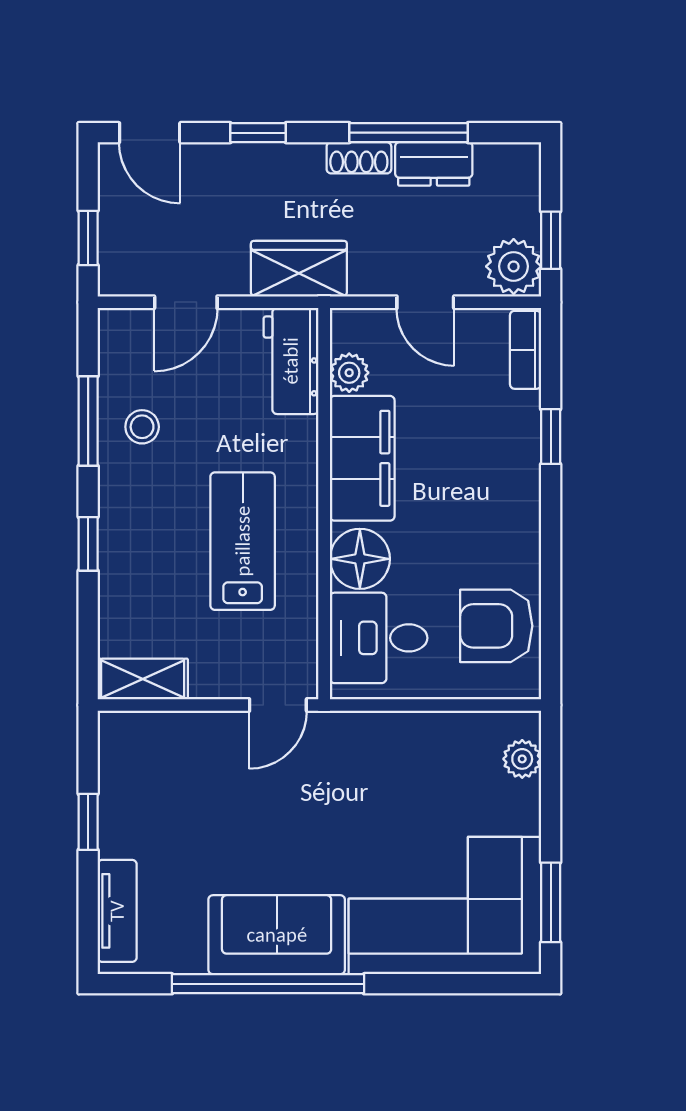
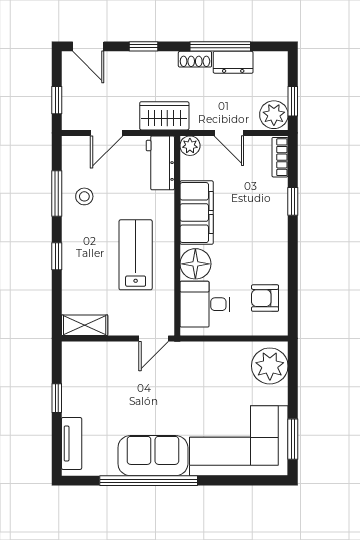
plant: (349, 373) -> (190, 146), moved
armchair: (496, 626) -> (265, 298), width x0.72, depth x0.72
plant: (522, 759) -> (270, 366), width x1.87, depth x1.87

